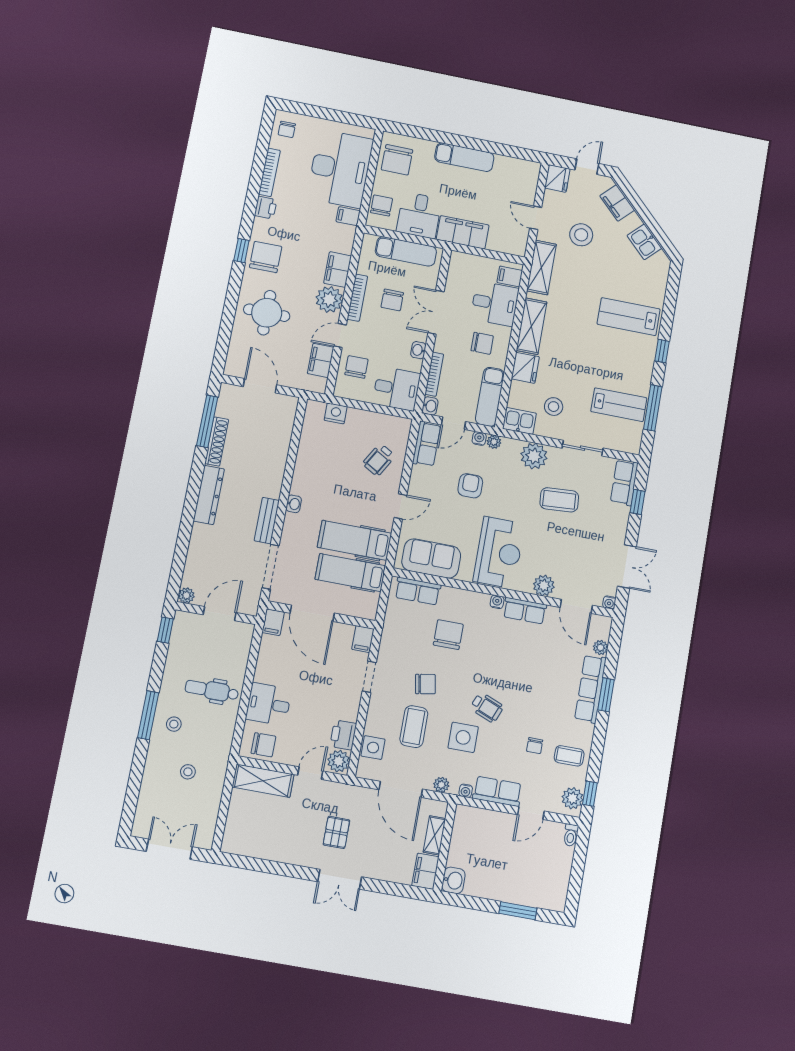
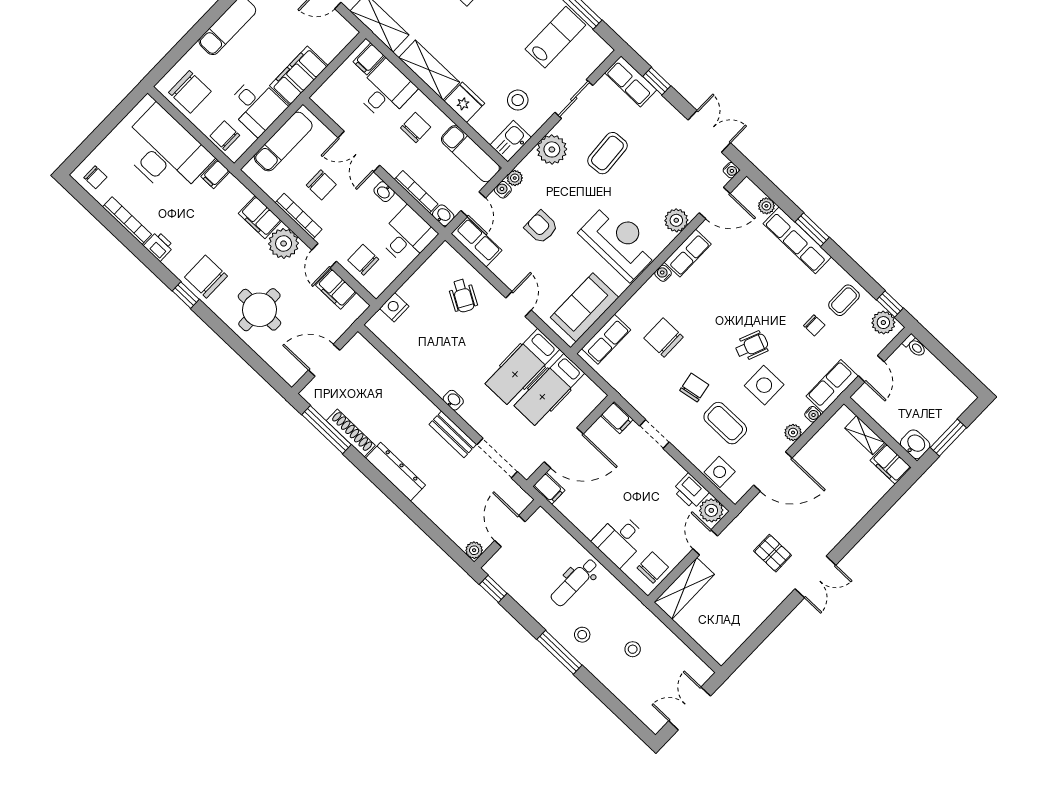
shelving: (434, 835) -> (865, 435), moved
wall: (445, 846) -> (880, 432), moved
filing cabinet: (425, 871) -> (891, 464), moved
washbasin: (453, 880) -> (915, 444), moved

